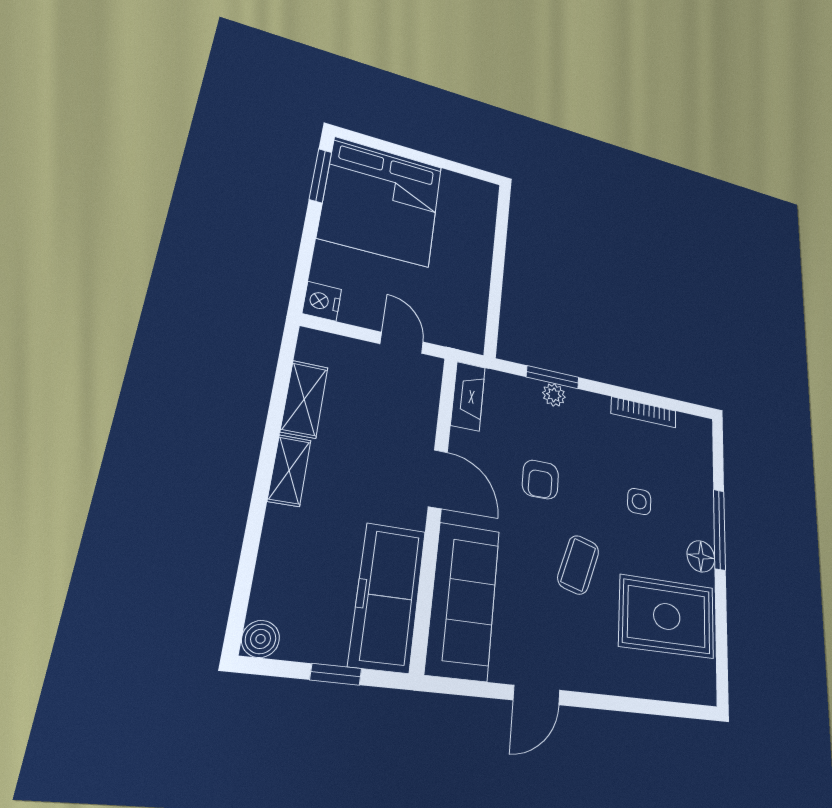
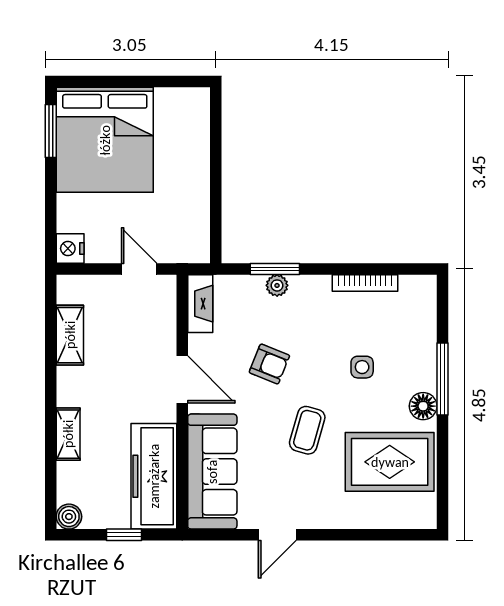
shelving: (289, 470) -> (68, 434), moved
armchair: (540, 480) -> (269, 364), turned -68

